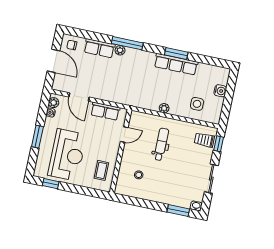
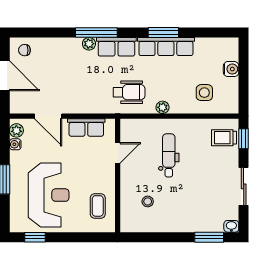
row of seats: (99, 48) -> (116, 47), moved
wheelchair: (142, 92) -> (129, 92), added

